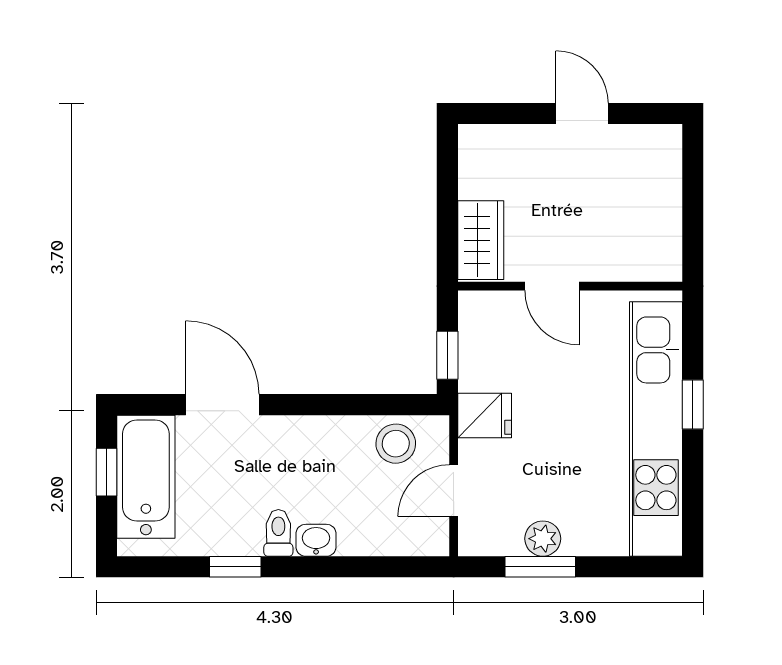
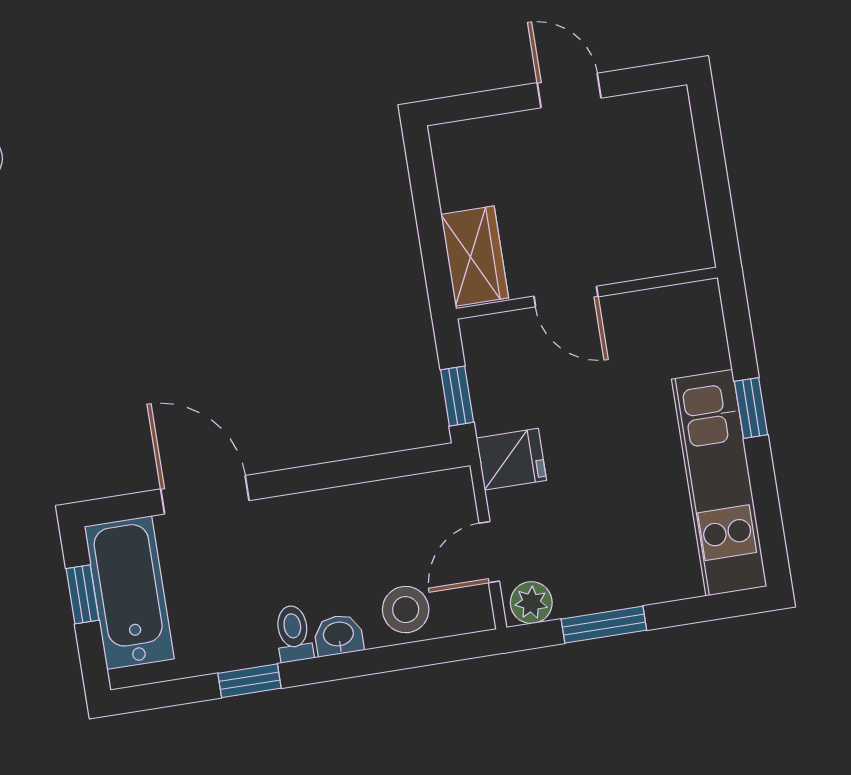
kitchen unit: (656, 429) -> (719, 483), width x0.73
stool: (396, 444) -> (406, 610), moved
plant: (543, 539) -> (531, 603), moved

